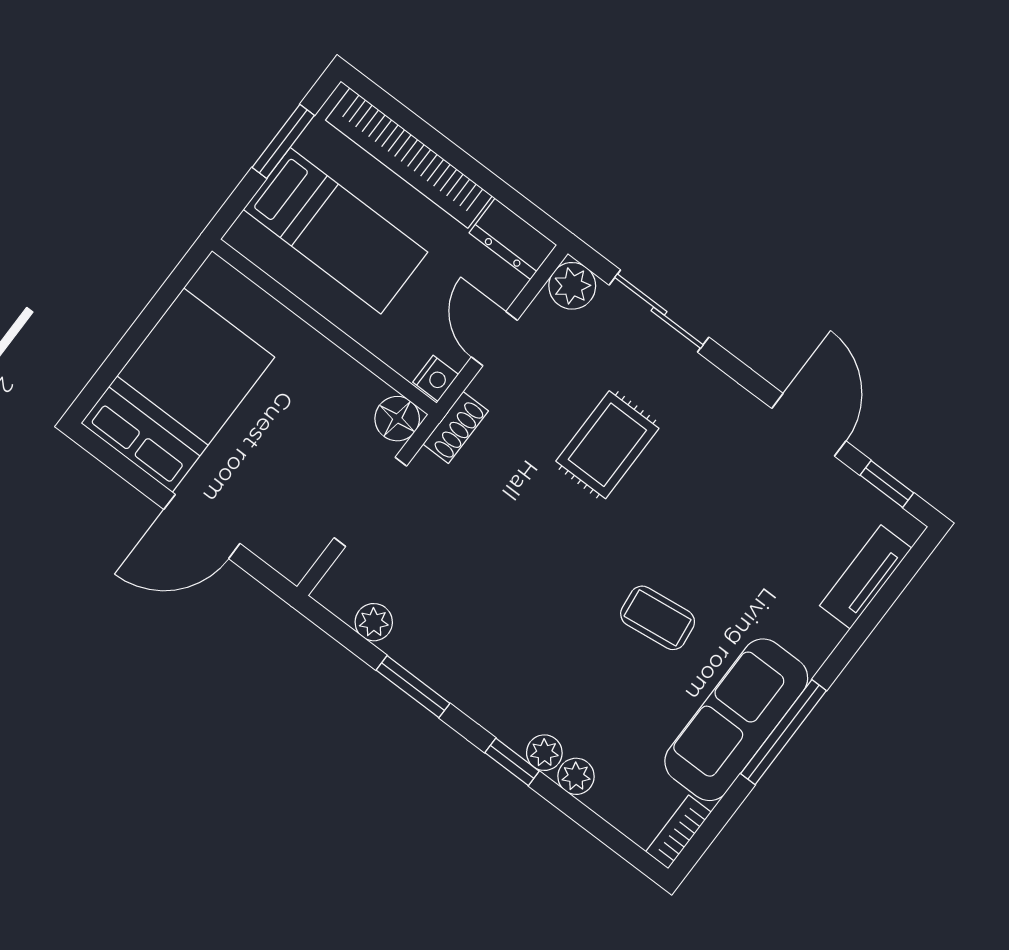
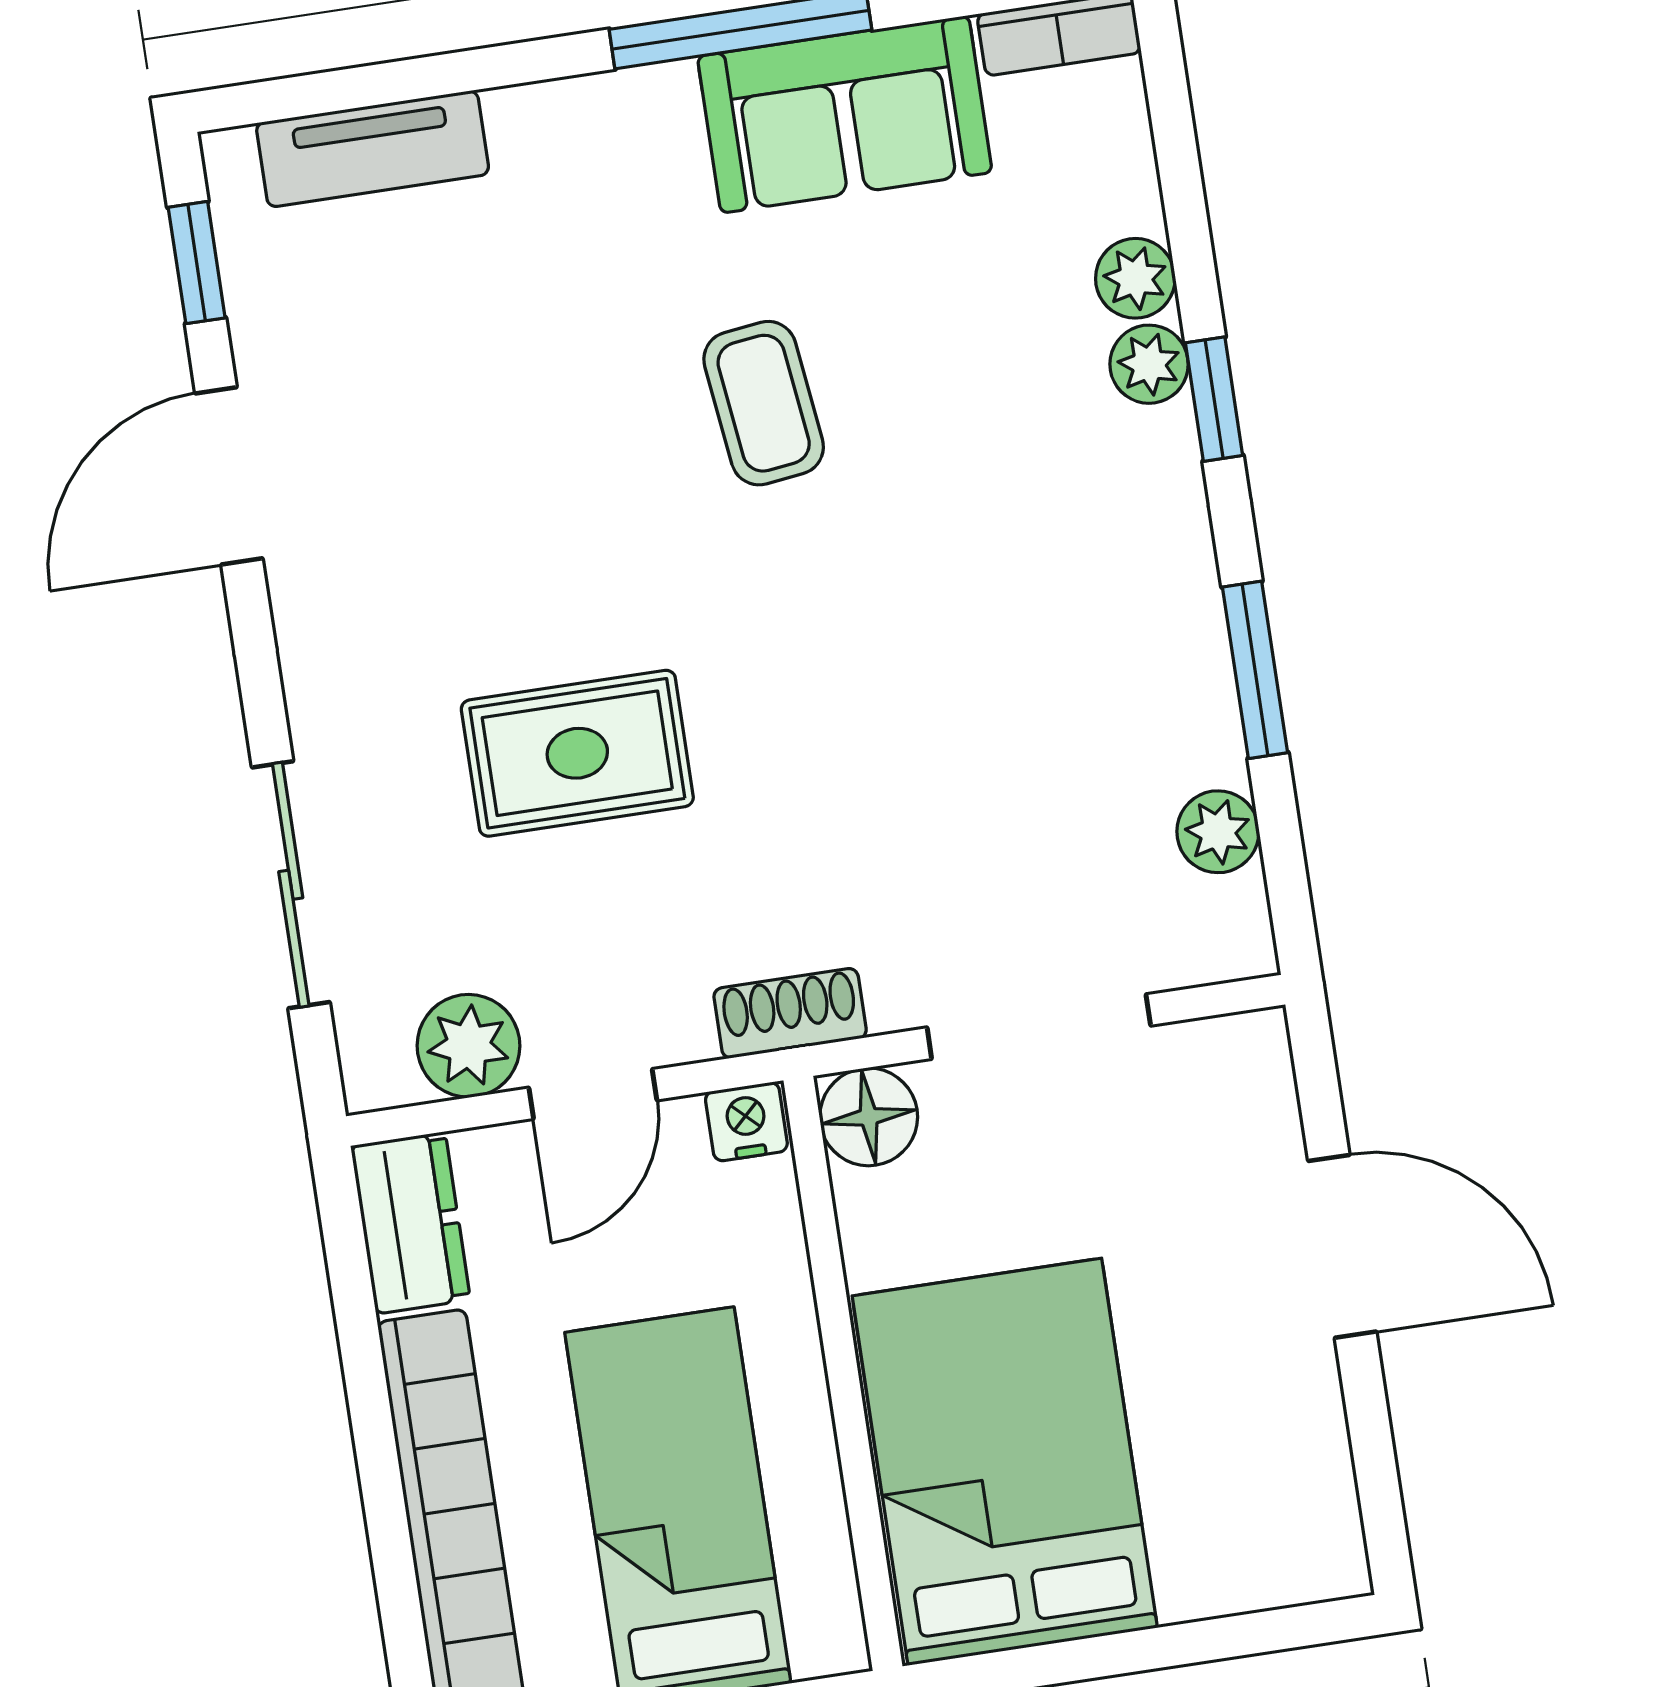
plant: (572, 286) -> (468, 1046), moved
bed: (178, 390) -> (1005, 1462), moved, turned 90
sofa: (736, 720) -> (845, 114), width x0.73

